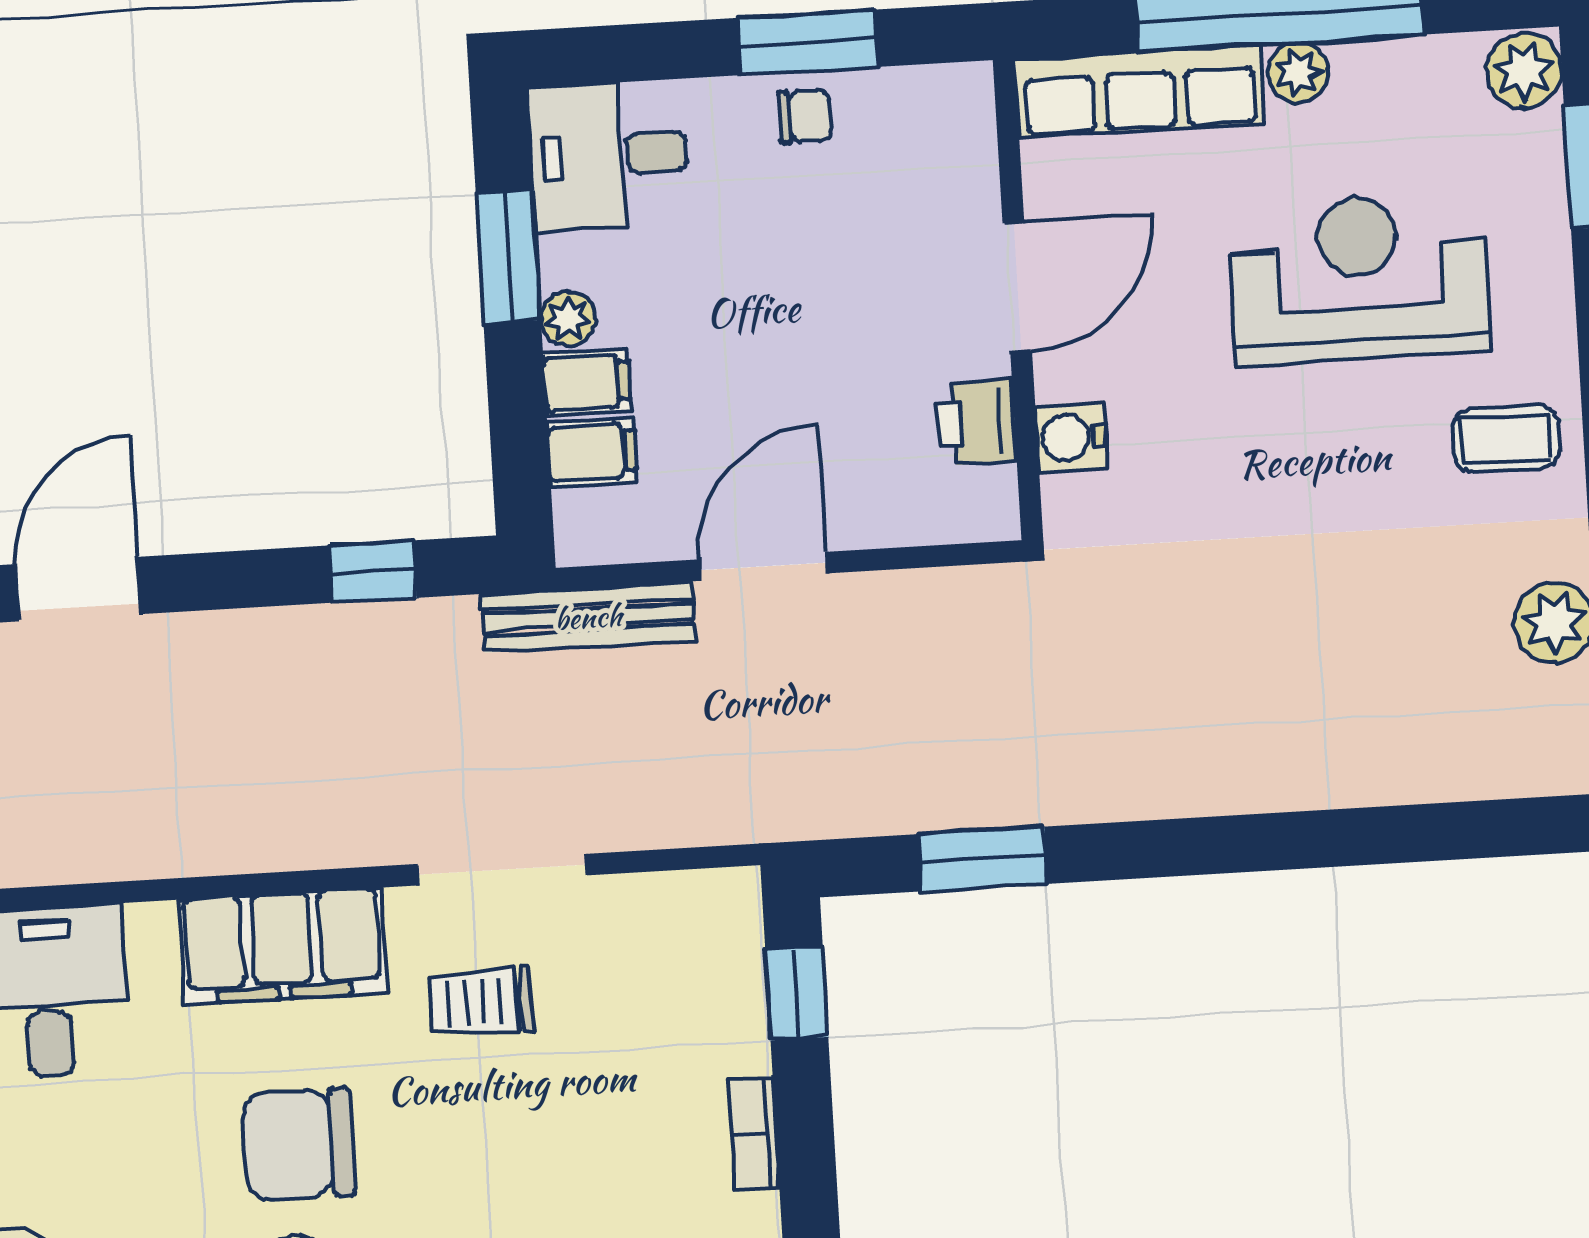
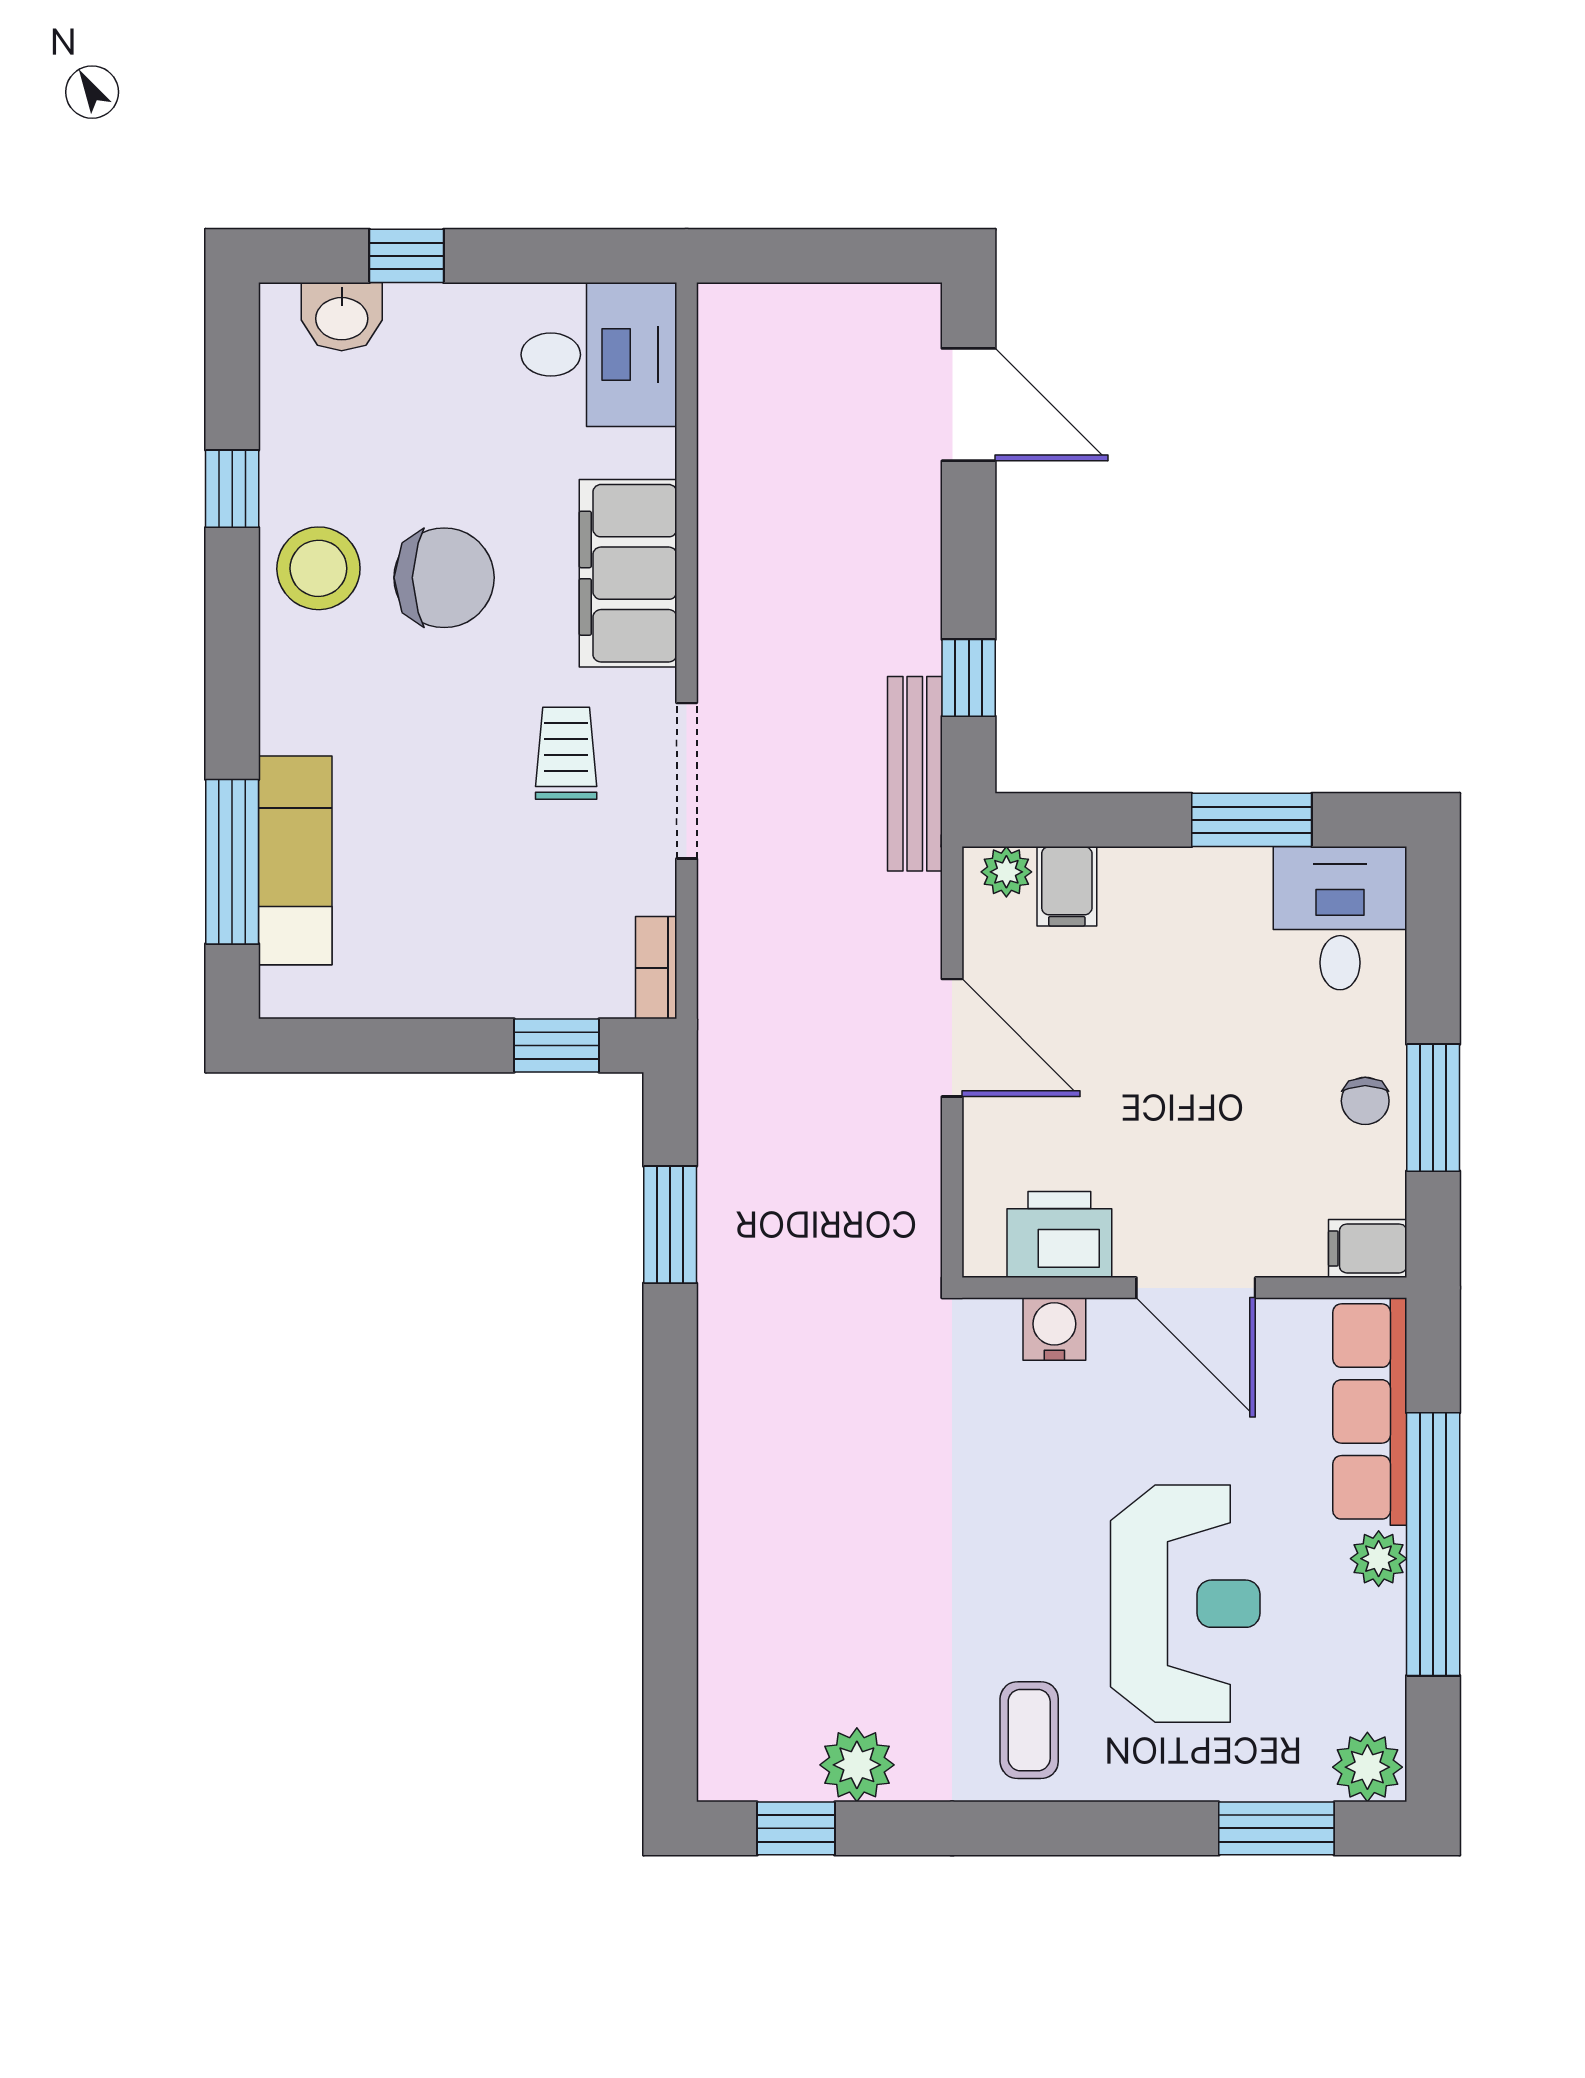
plant: (568, 319) -> (1006, 872), moved
filing cabinet: (587, 383) -> (1368, 1248), moved, turned 90
printer: (977, 422) -> (1059, 1235), width x1.36, depth x1.24
bench: (588, 617) -> (915, 774), moved
bookcase: (754, 1134) -> (656, 968), moved, turned -90
chair: (299, 1145) -> (444, 578), turned 90

